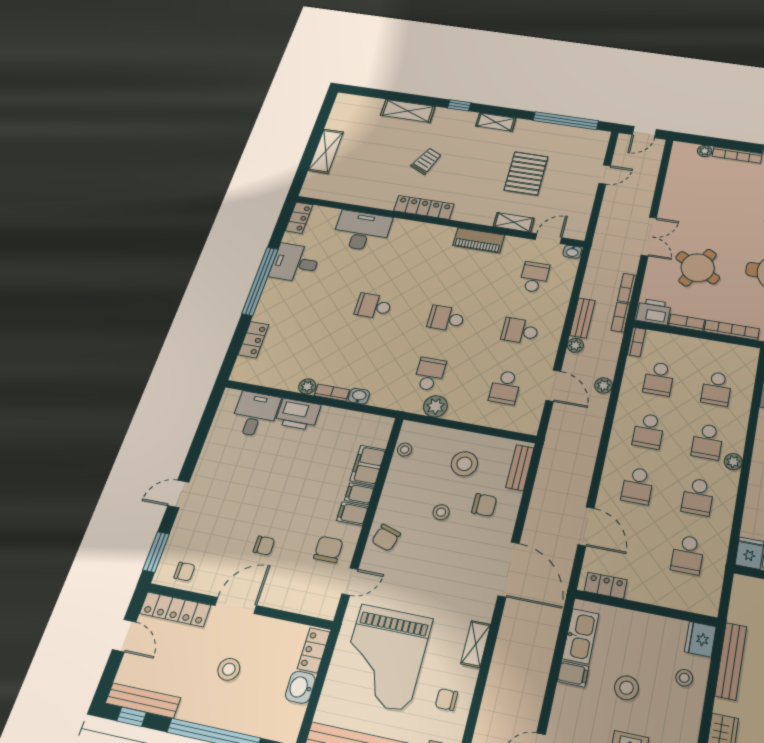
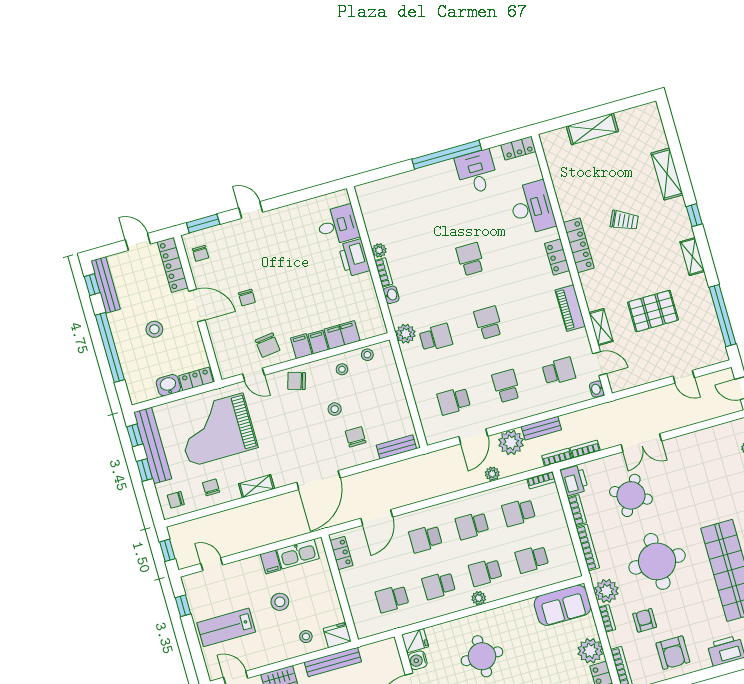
locker: (253, 340) -> (557, 257), moved, turned 90
plant: (575, 345) -> (511, 442), width x1.88, depth x1.88
plant: (435, 406) -> (406, 334), moved
stool: (464, 464) -> (342, 369), moved, width x0.53, depth x0.53
chair: (484, 505) -> (356, 437), turned 180
chair: (328, 549) -> (268, 345), turned 83
door: (124, 636) -> (138, 242), swing flipped

